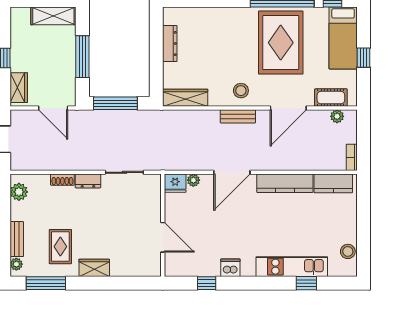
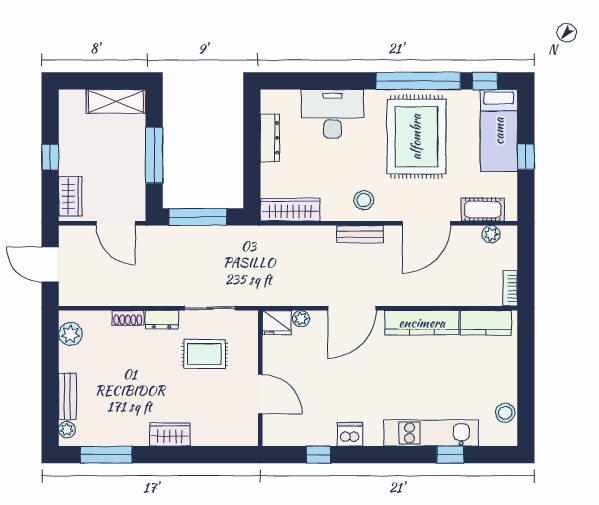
desk: (217, 25) -> (332, 114), added
rug: (60, 247) -> (205, 354), moved, turned 90

